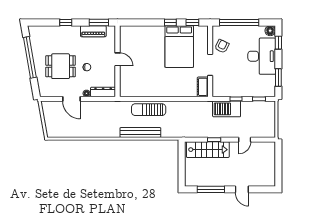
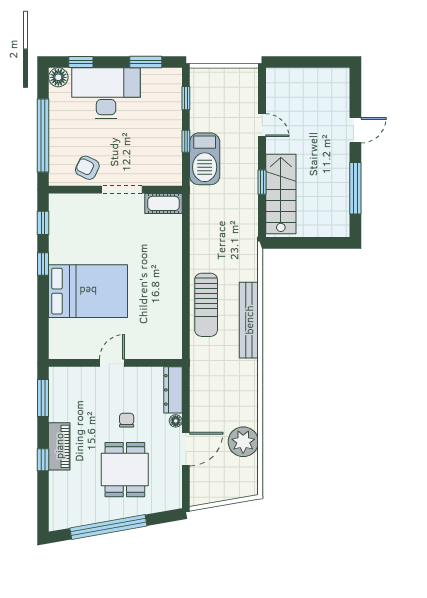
piano: (93, 31) -> (59, 446), moved
bed: (179, 47) -> (88, 291), moved
plant: (75, 130) -> (243, 442), added

